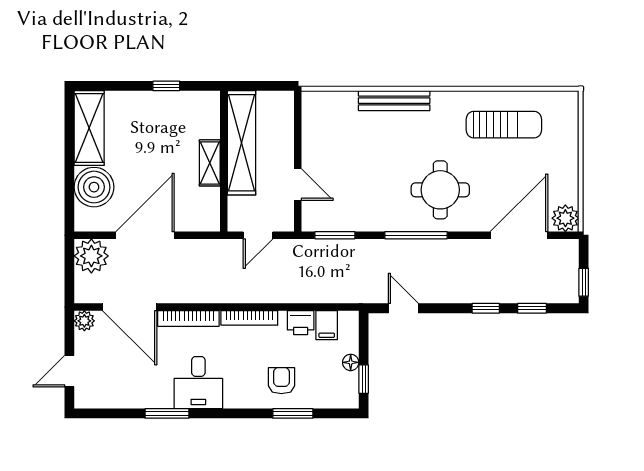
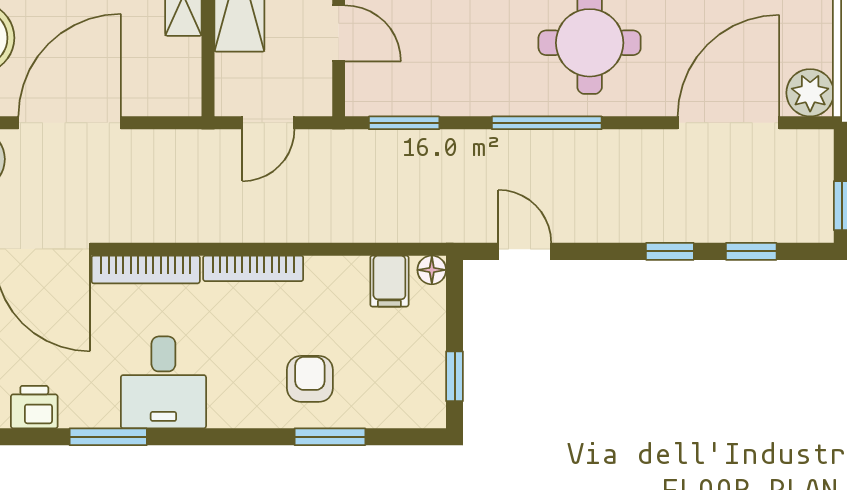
printer: (301, 323) -> (34, 407), moved, turned 180
floor lamp: (351, 362) -> (432, 270), moved

